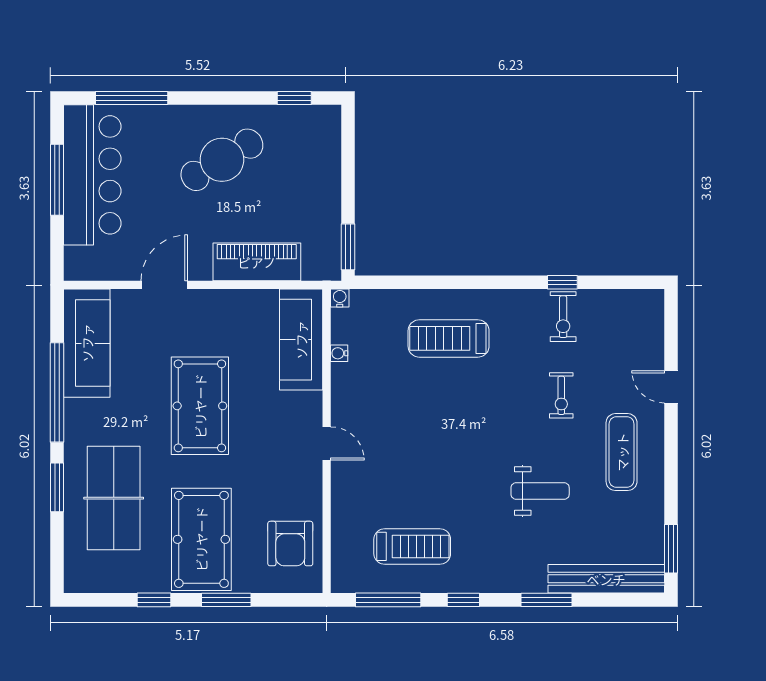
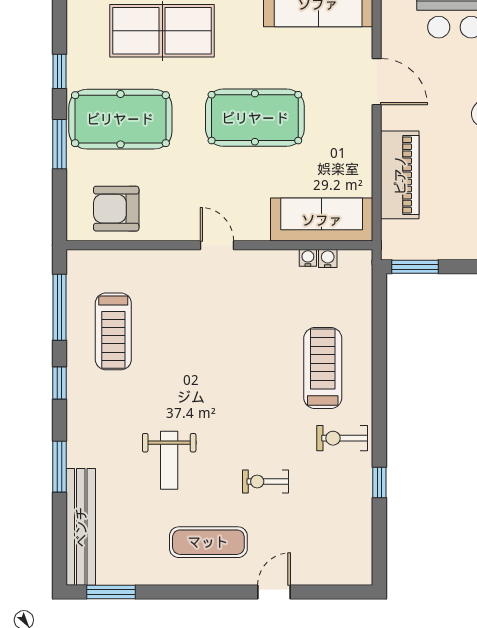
water cooler: (340, 298) -> (328, 258), moved, turned -90
exercise bike: (563, 317) -> (342, 438), moved
door: (327, 444) -> (217, 245), swing flipped

